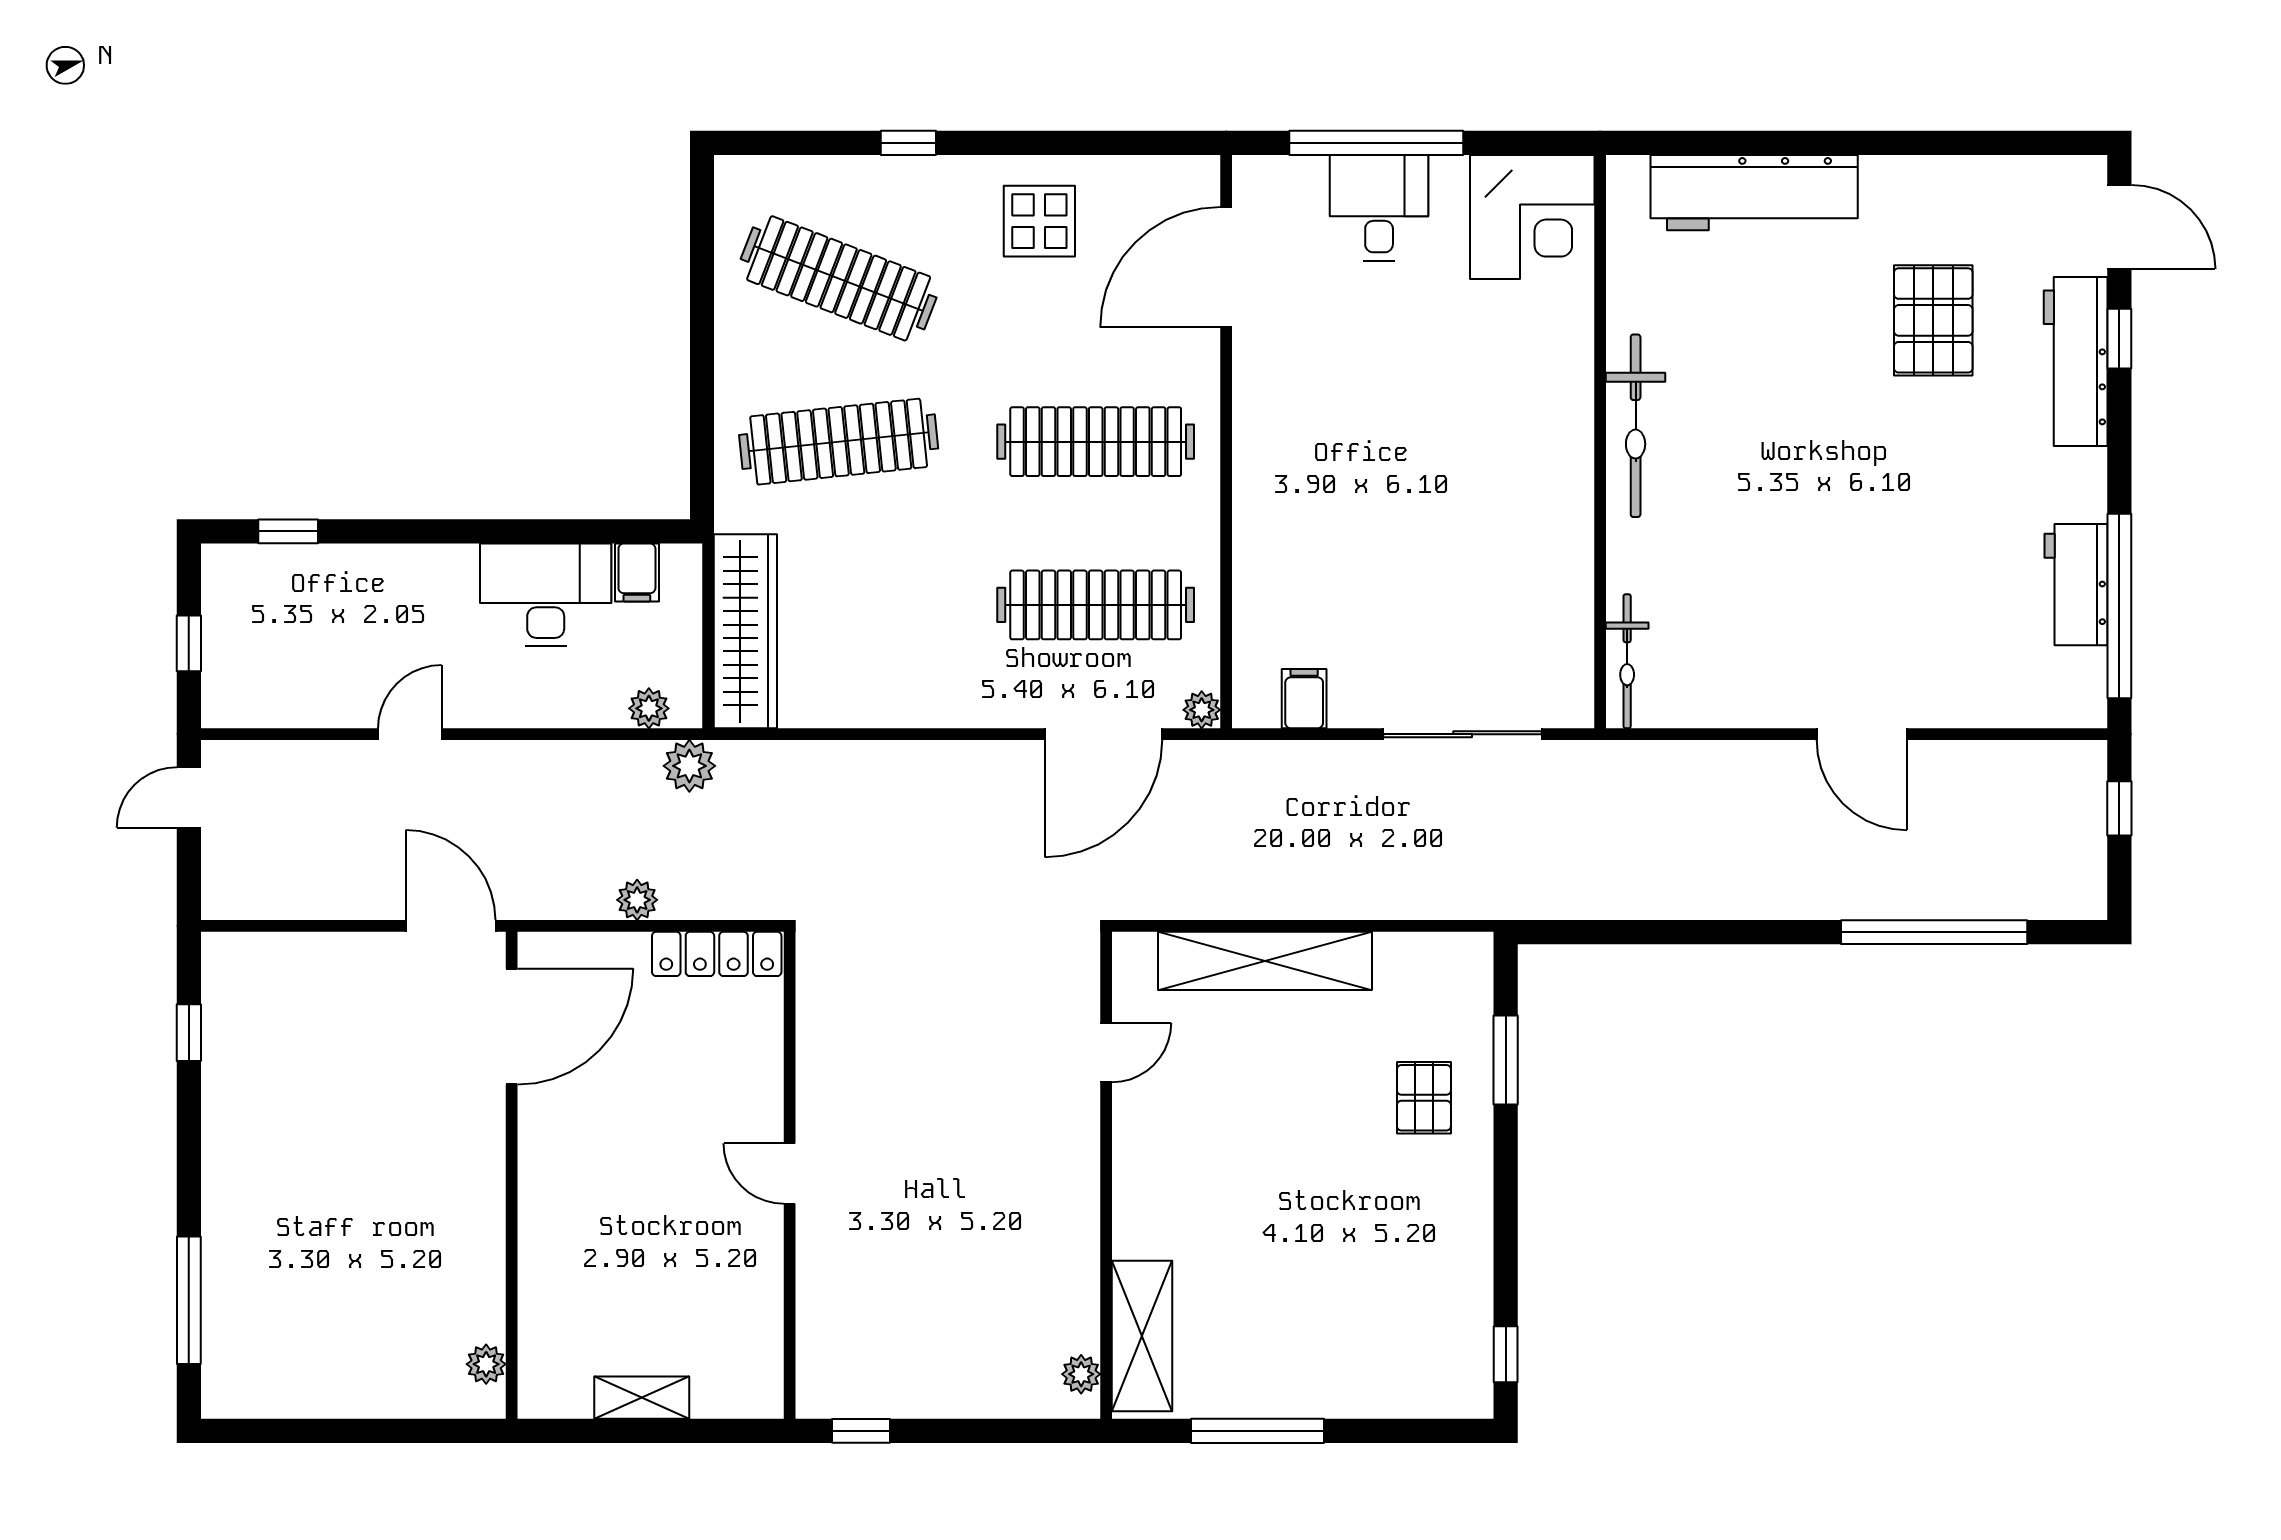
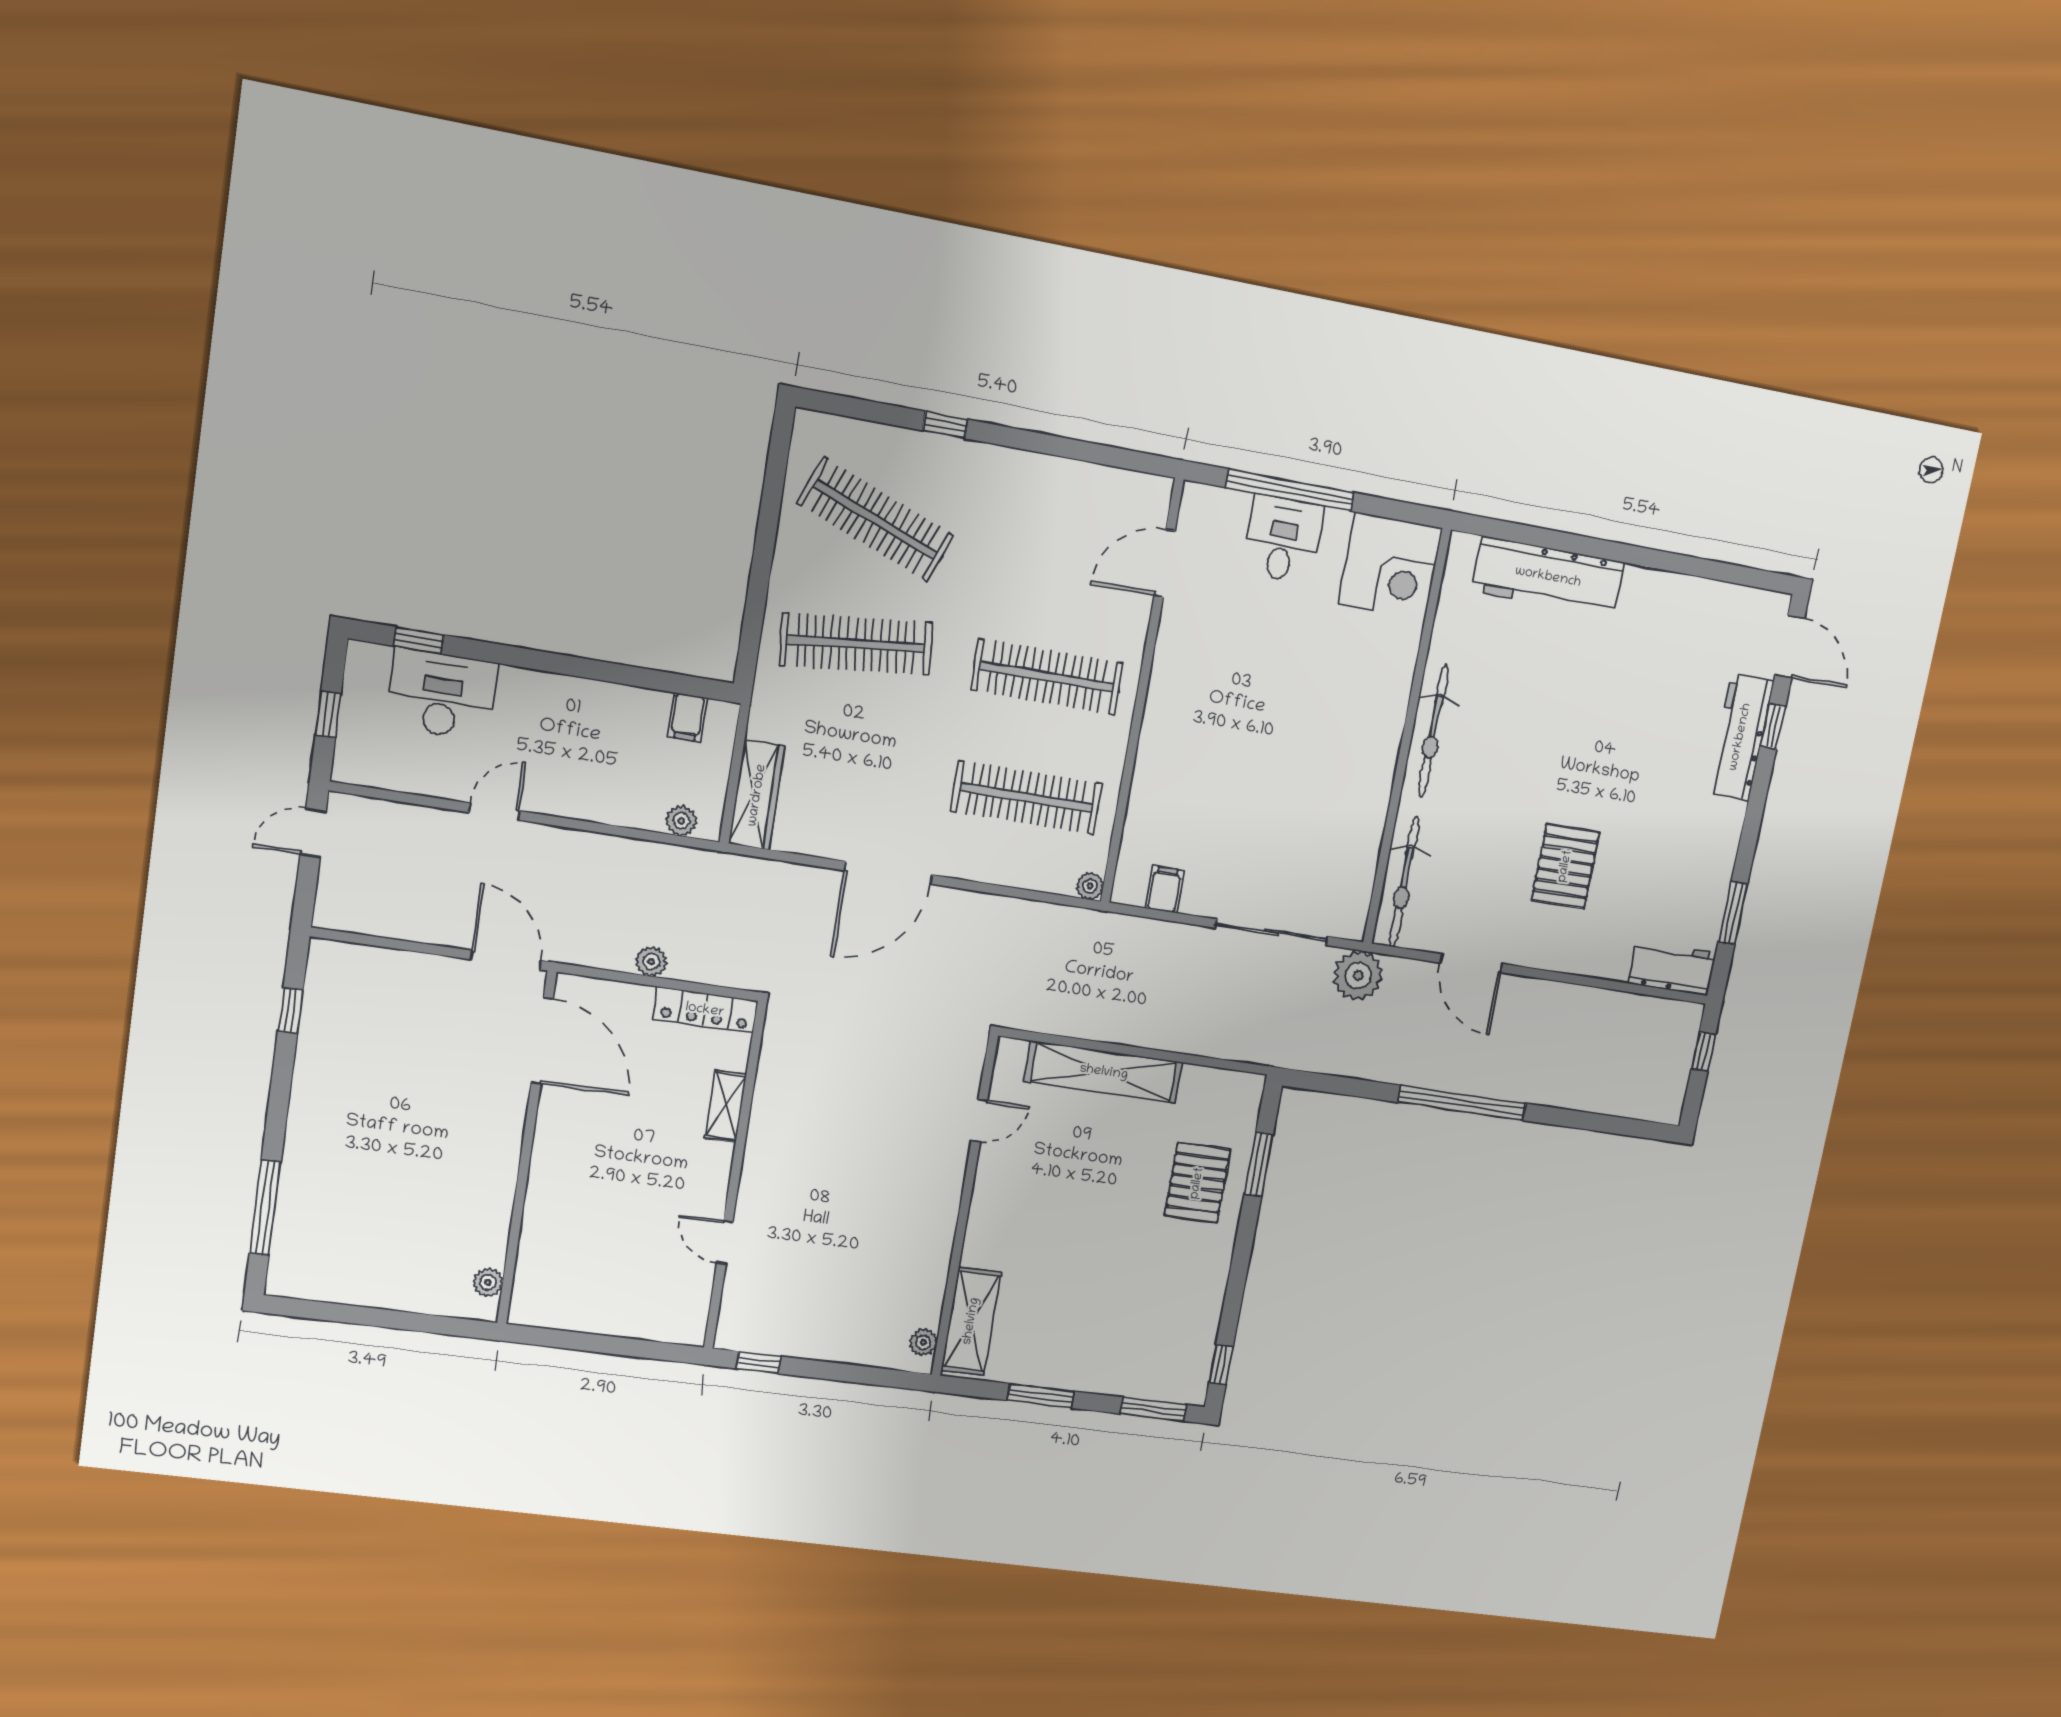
display table: (1039, 221) -> (1033, 503), removed
door: (1226, 267) -> (1165, 563), width x0.73
pallet: (1933, 320) -> (1565, 866), moved
workbench: (2076, 585) -> (1672, 968), moved, turned 90
desk: (546, 595) -> (442, 694), moved
window: (2119, 606) -> (1733, 913), width x0.47
wardrobe: (745, 631) -> (757, 795), width x0.71, depth x0.85
bicycle: (1627, 661) -> (1404, 882), width x1.37, depth x1.40
door: (1103, 734) -> (888, 873), moved
door: (1862, 734) -> (1471, 963), moved
plant: (689, 766) -> (1358, 976), moved, width x1.36, depth x1.36
window: (1934, 932) -> (1462, 1103), moved
door: (512, 1026) -> (542, 1041), hinge flipped
pallet: (1424, 1098) -> (1197, 1183), width x1.50, depth x1.42
door: (790, 1174) -> (725, 1242), moved
shelving: (642, 1398) -> (725, 1106), moved, turned 90
window: (1257, 1431) -> (1041, 1396), width x0.69
window: (1421, 1431) -> (1153, 1409), added

